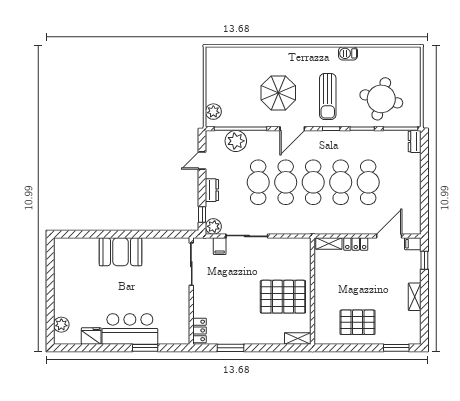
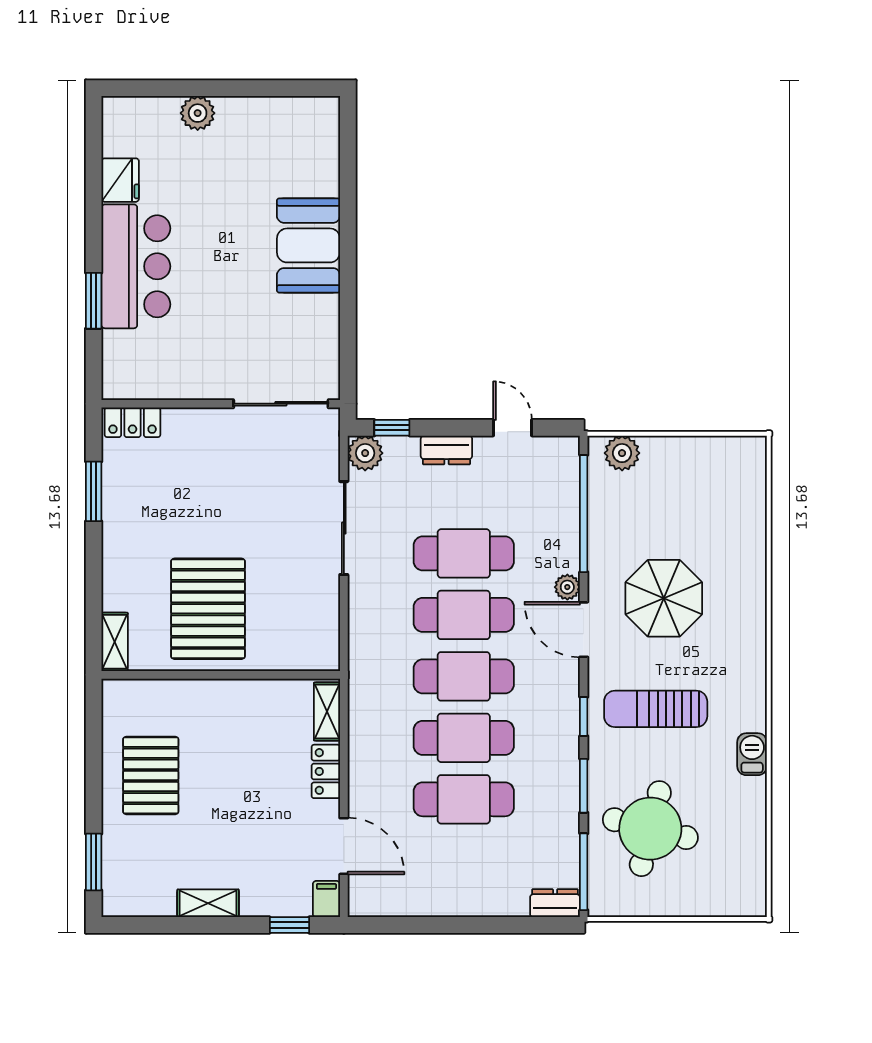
plant: (236, 141) -> (567, 587), moved, width x0.53, depth x0.53
filing cabinet: (220, 246) -> (321, 467), removed
plant: (61, 325) -> (198, 113), moved

